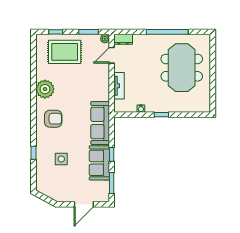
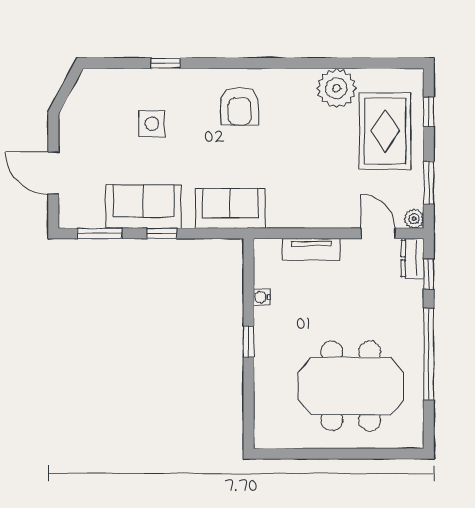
window: (130, 32) -> (429, 274), added
plant: (45, 89) -> (336, 88), moved
sofa: (100, 123) -> (230, 208), width x0.73

